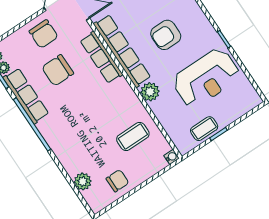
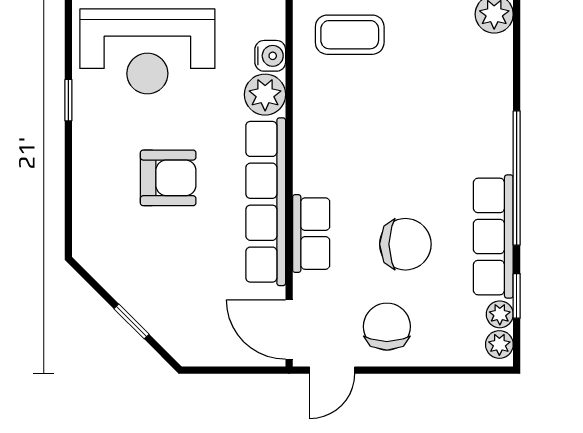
row of seats: (101, 57) -> (311, 234), width x0.68
reception desk: (206, 78) -> (147, 51), turned 180
water cooler: (158, 108) -> (270, 56), added

